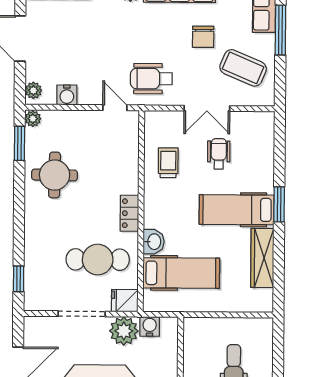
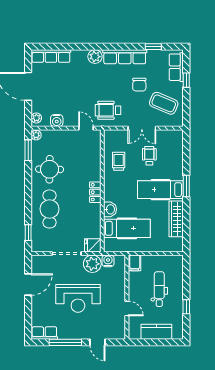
window: (280, 30) -> (186, 80), width x0.46
cafe table: (98, 260) -> (49, 209), moved, turned 90
filing cabinet: (194, 330) -> (135, 263), added

